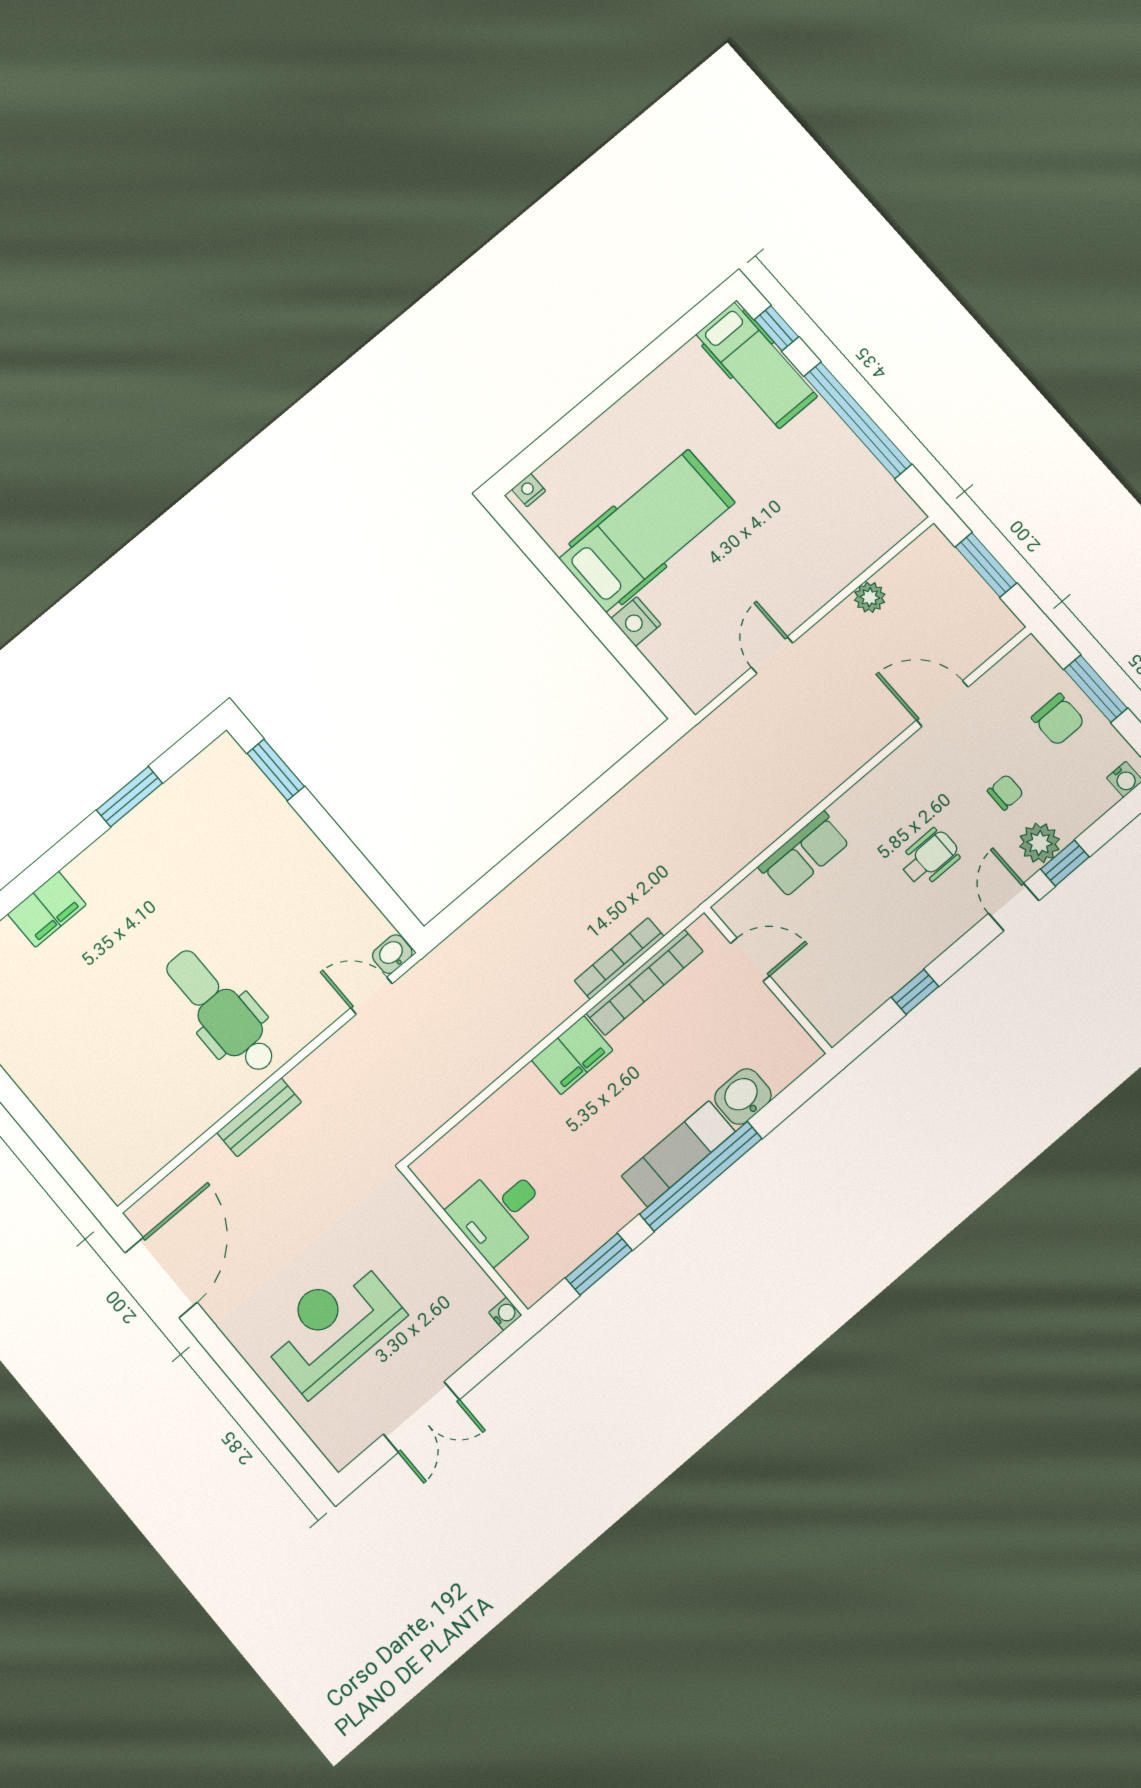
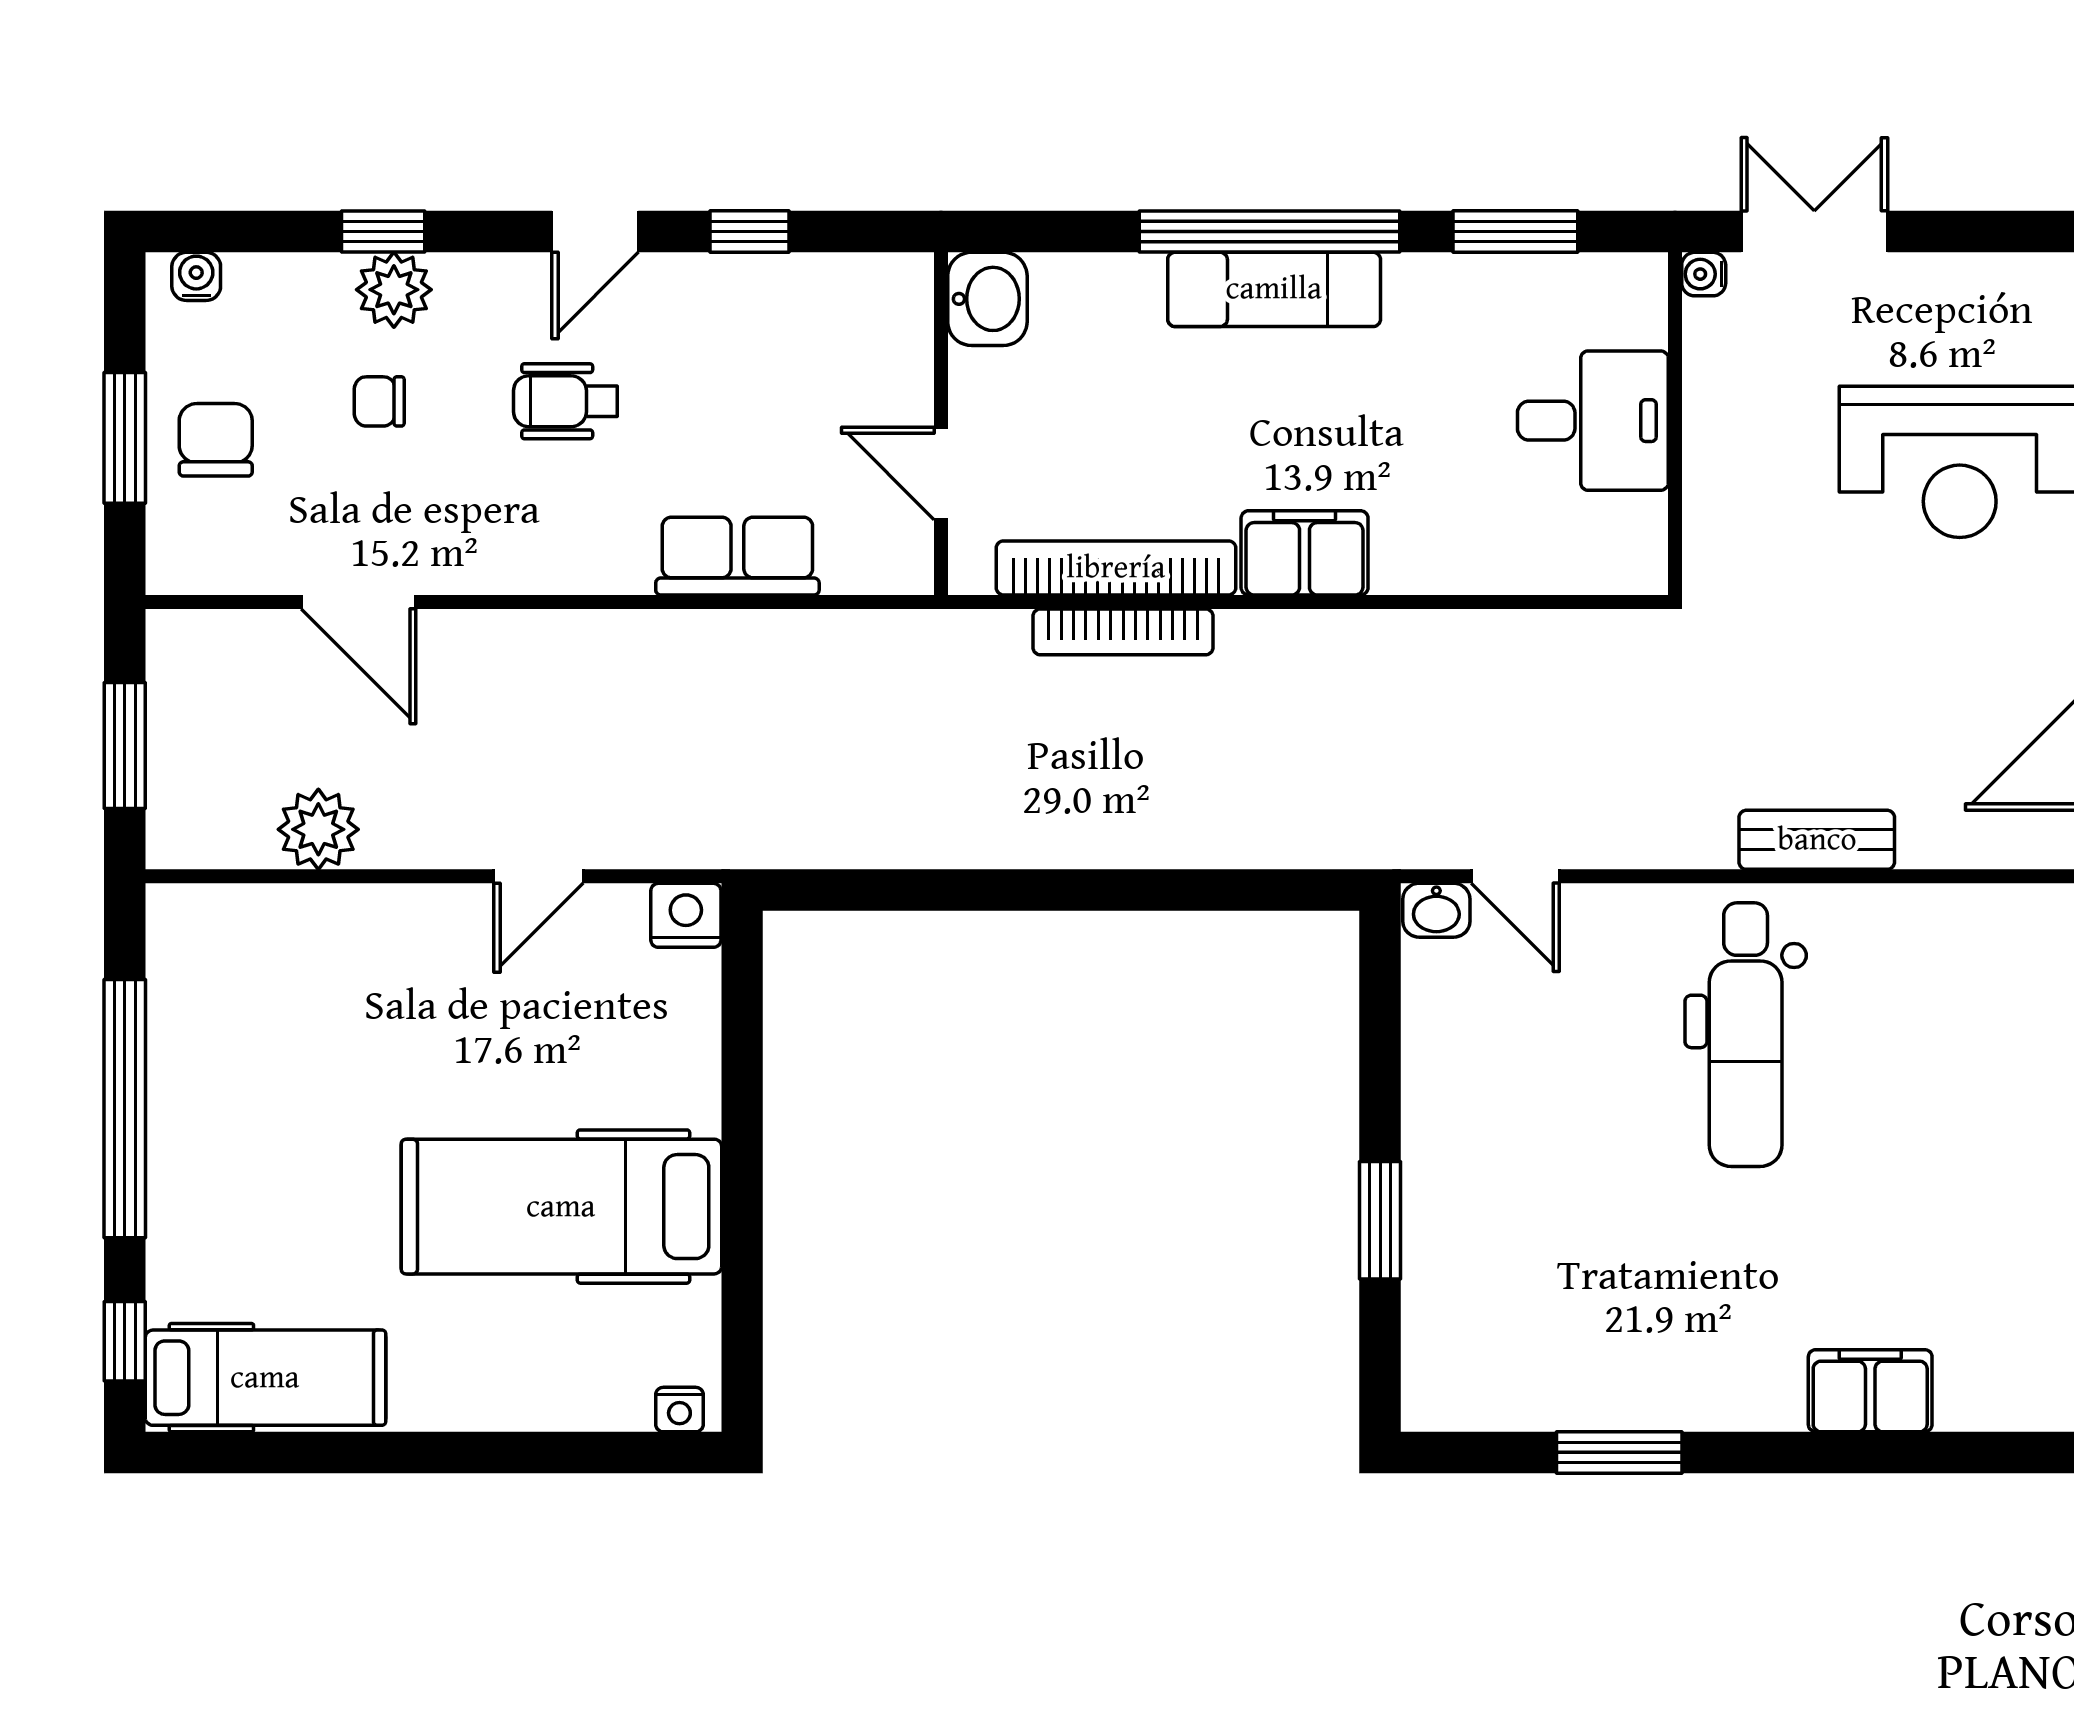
hospital bed: (757, 365) -> (265, 1378), moved, turned 90
plant: (870, 597) -> (318, 829), width x1.38, depth x1.38
nightstand: (636, 621) -> (686, 915), moved, turned -90
window: (276, 770) -> (1380, 1220), moved
door: (1014, 907) -> (595, 232), moved
washbasin: (743, 1097) -> (987, 299), moved, turned -90
double door: (421, 1417) -> (1814, 232), moved

